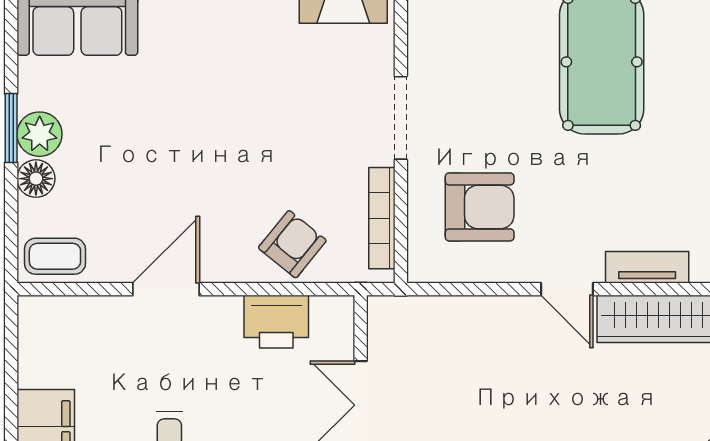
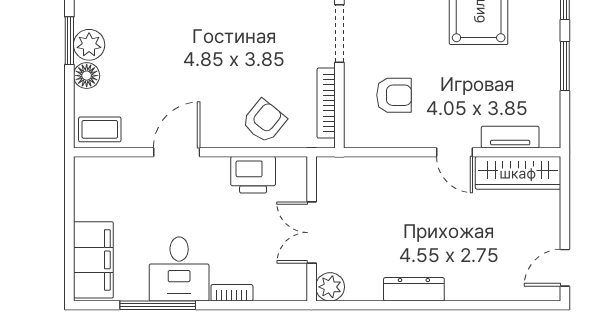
armchair: (480, 207) -> (394, 95), width x0.72, depth x0.72

